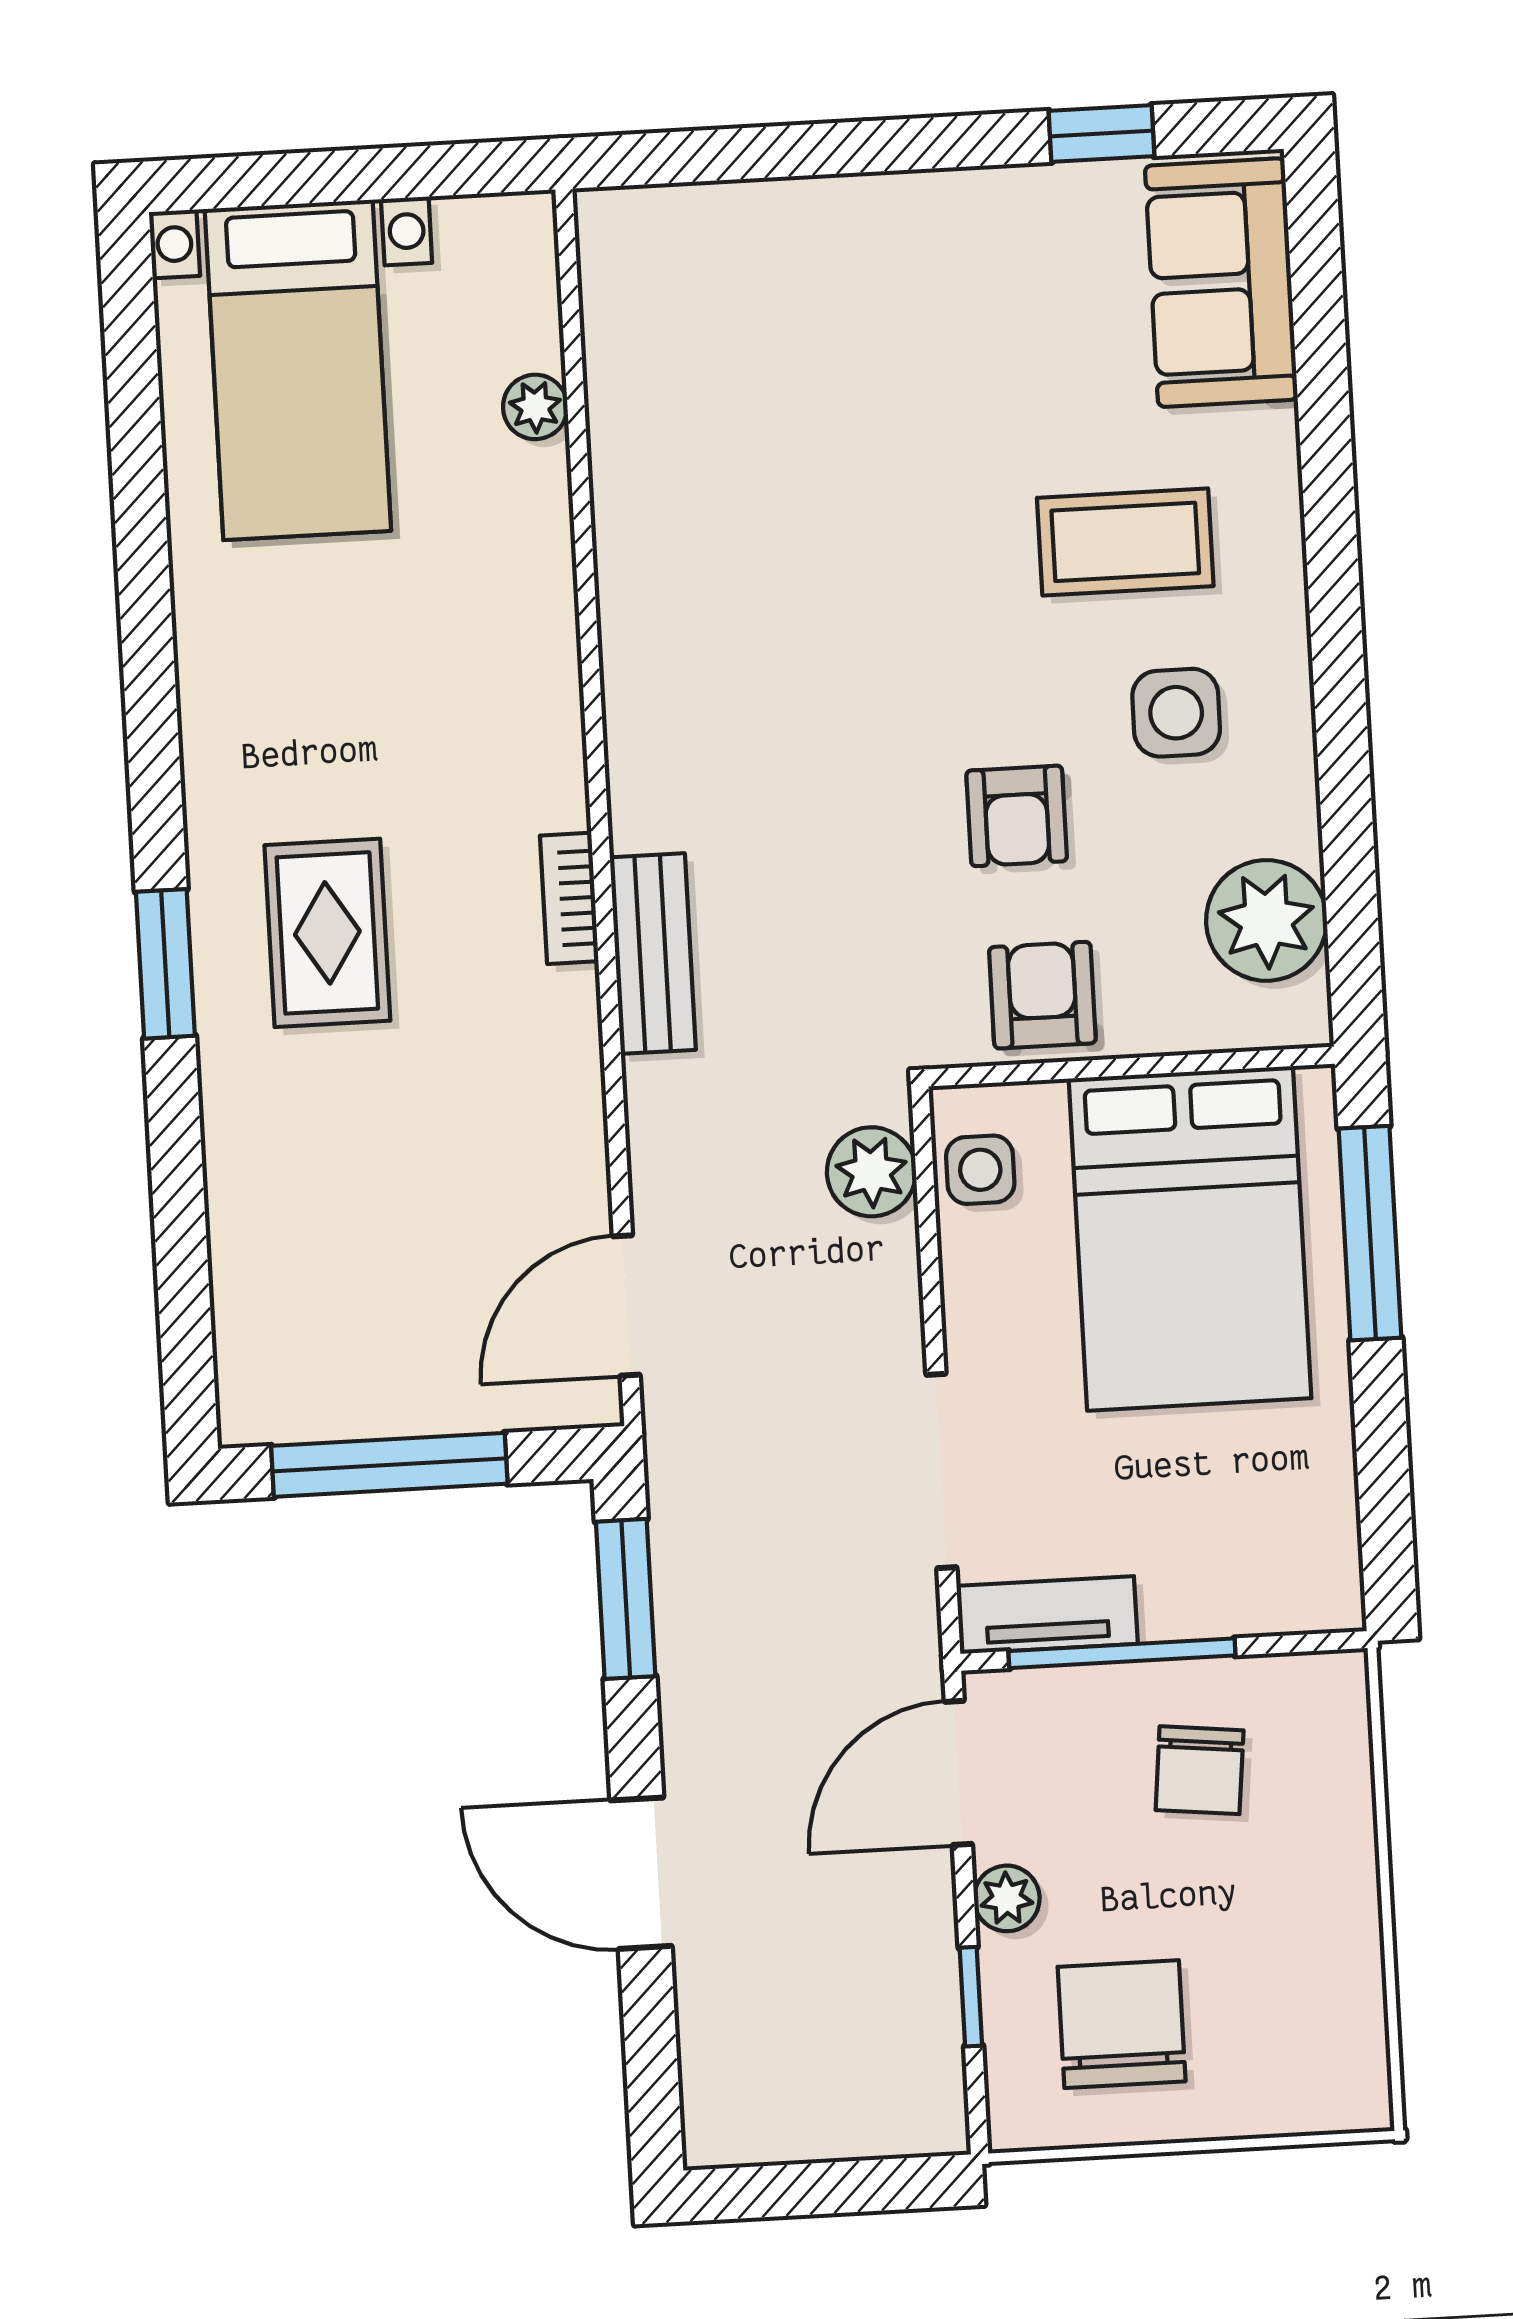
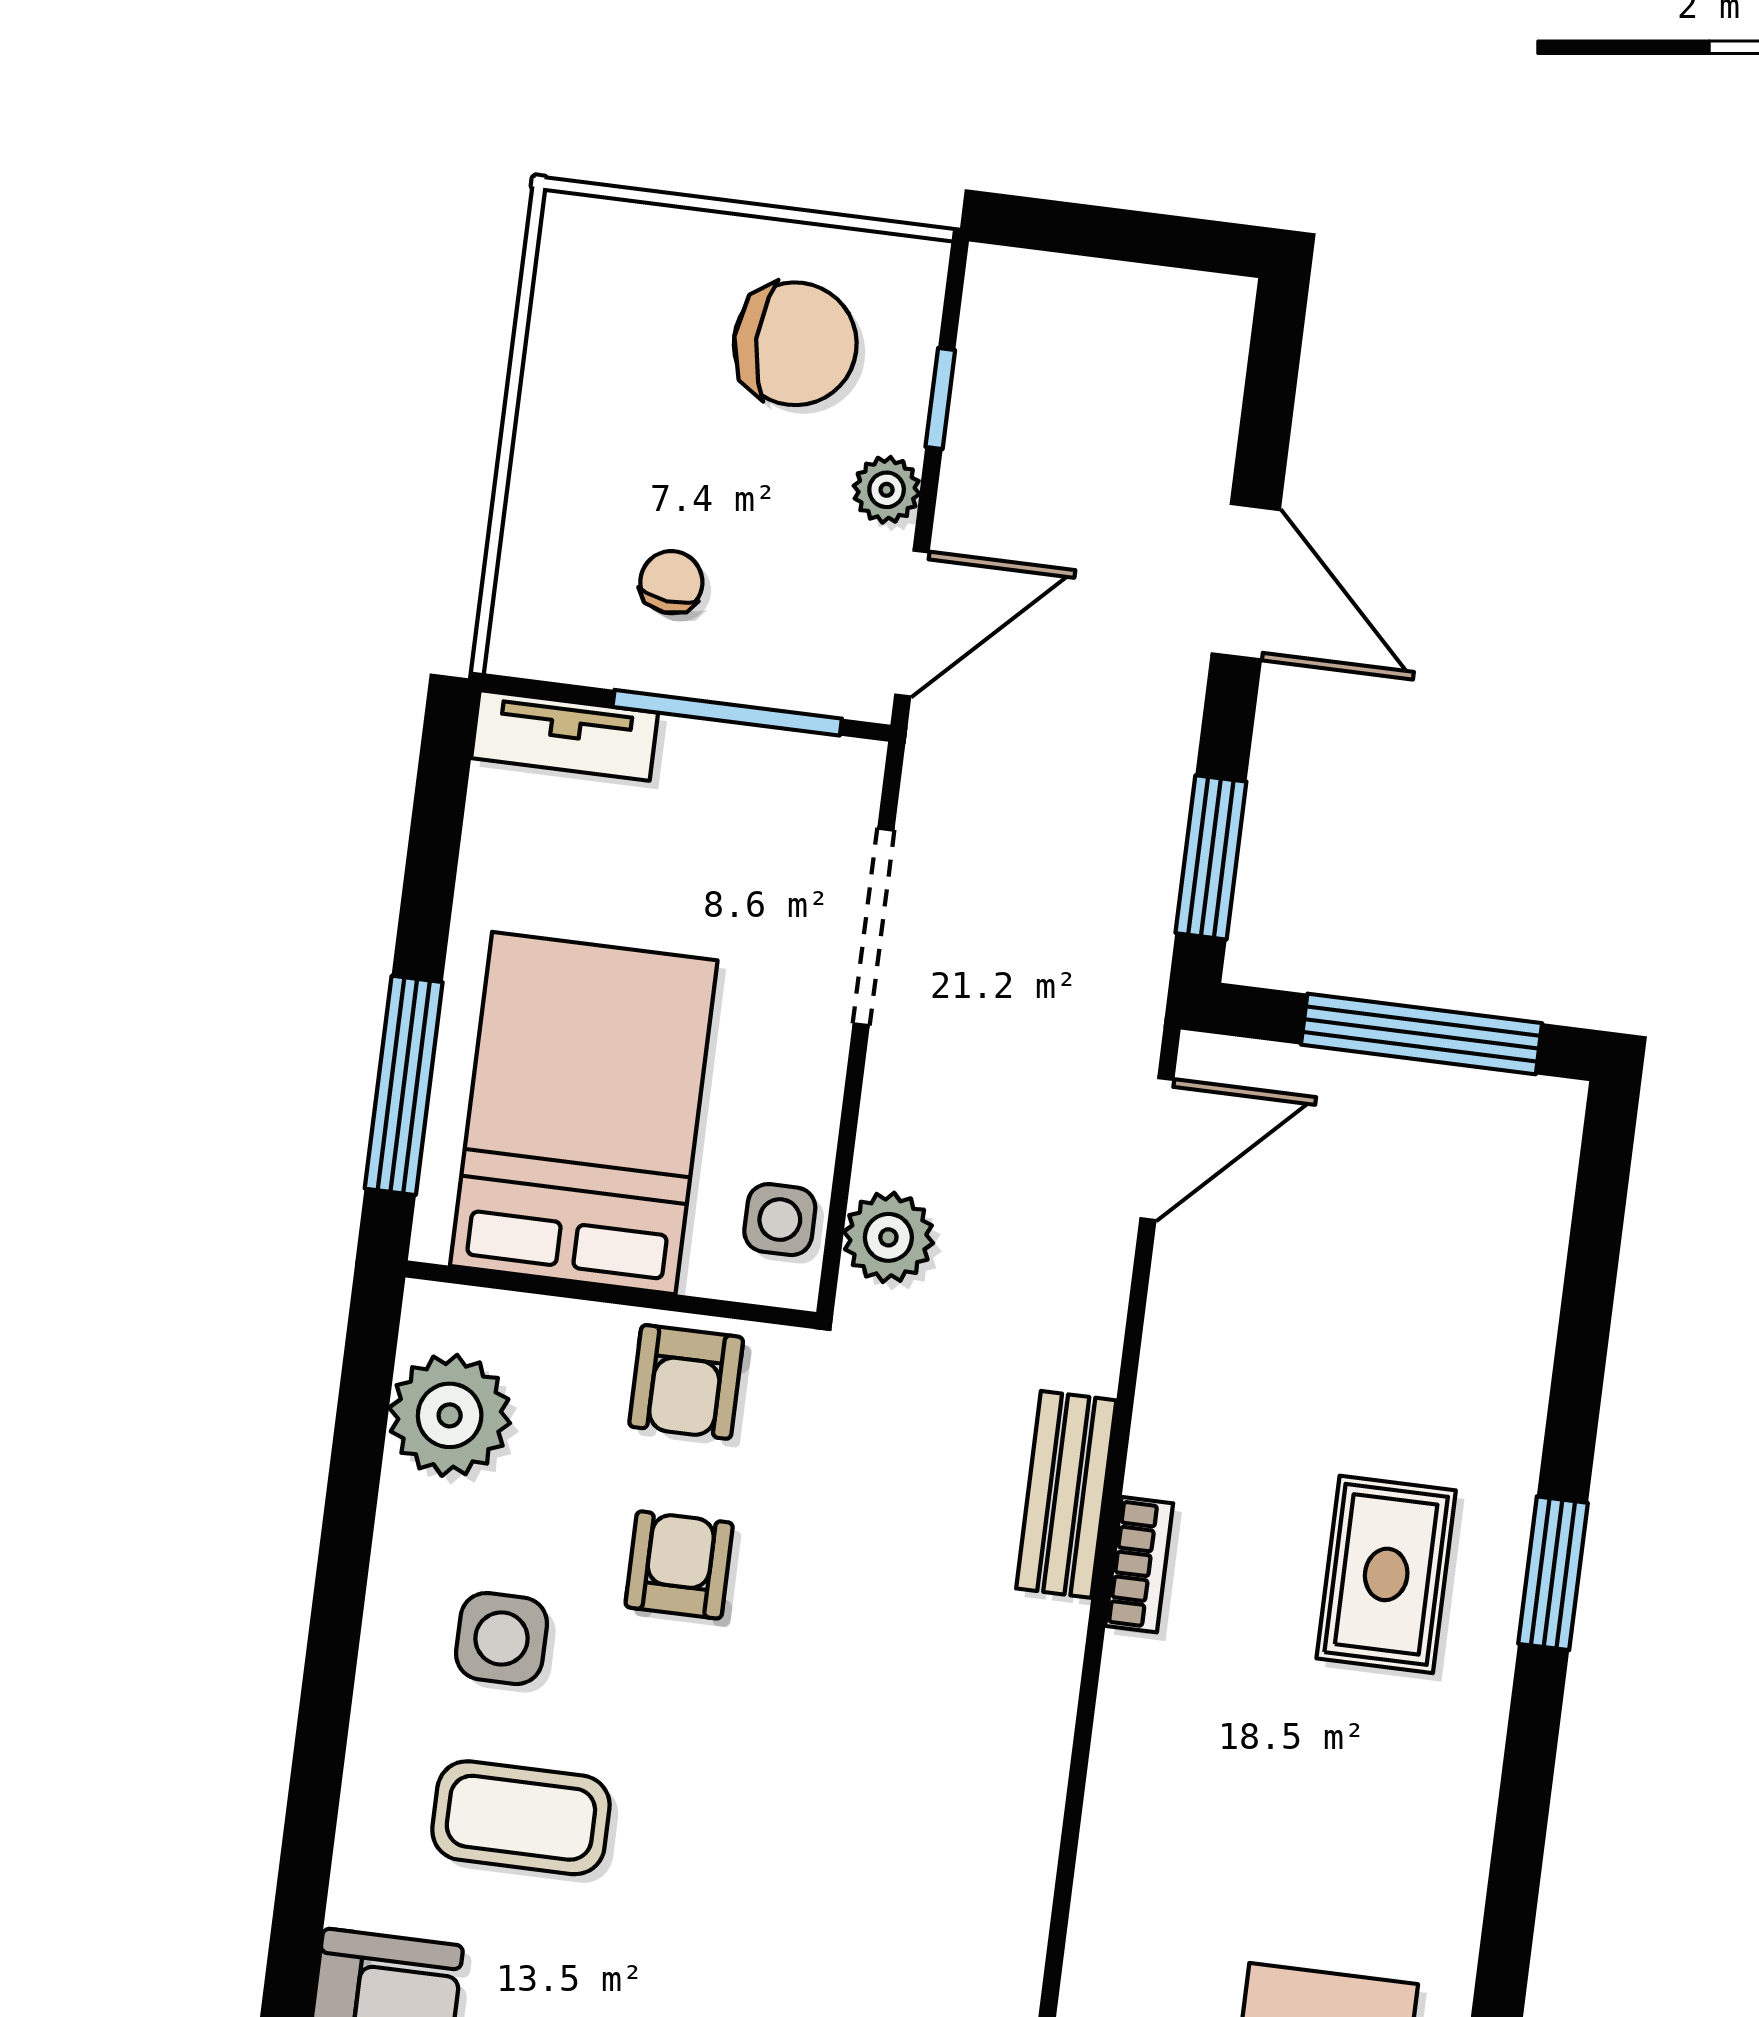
tv unit: (1047, 1615) -> (565, 735), moved
chair: (1200, 1770) -> (671, 582), width x0.73, depth x0.73
chair: (1122, 2024) -> (795, 344), turned -90

